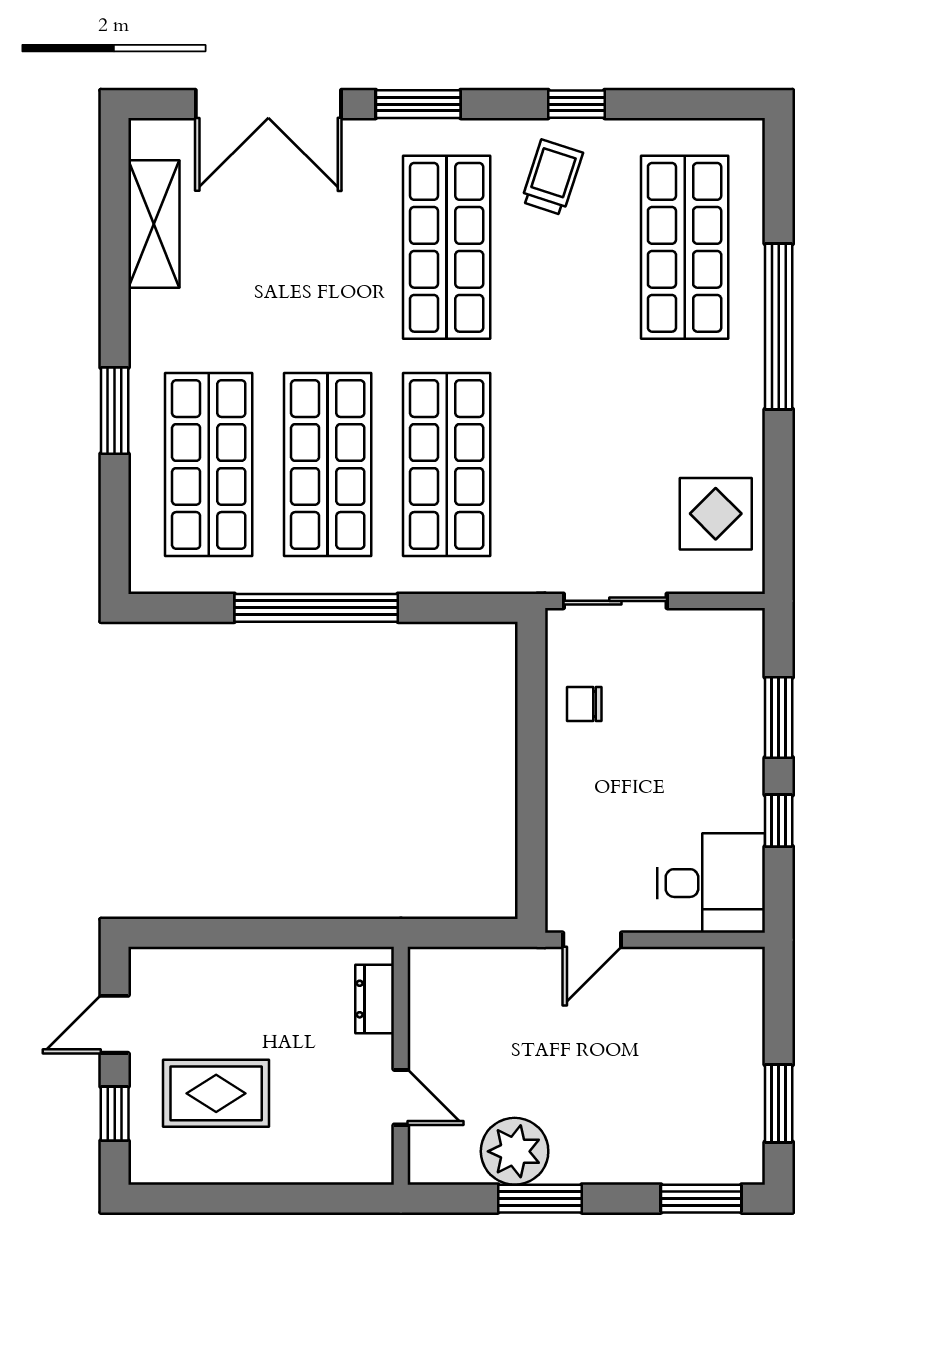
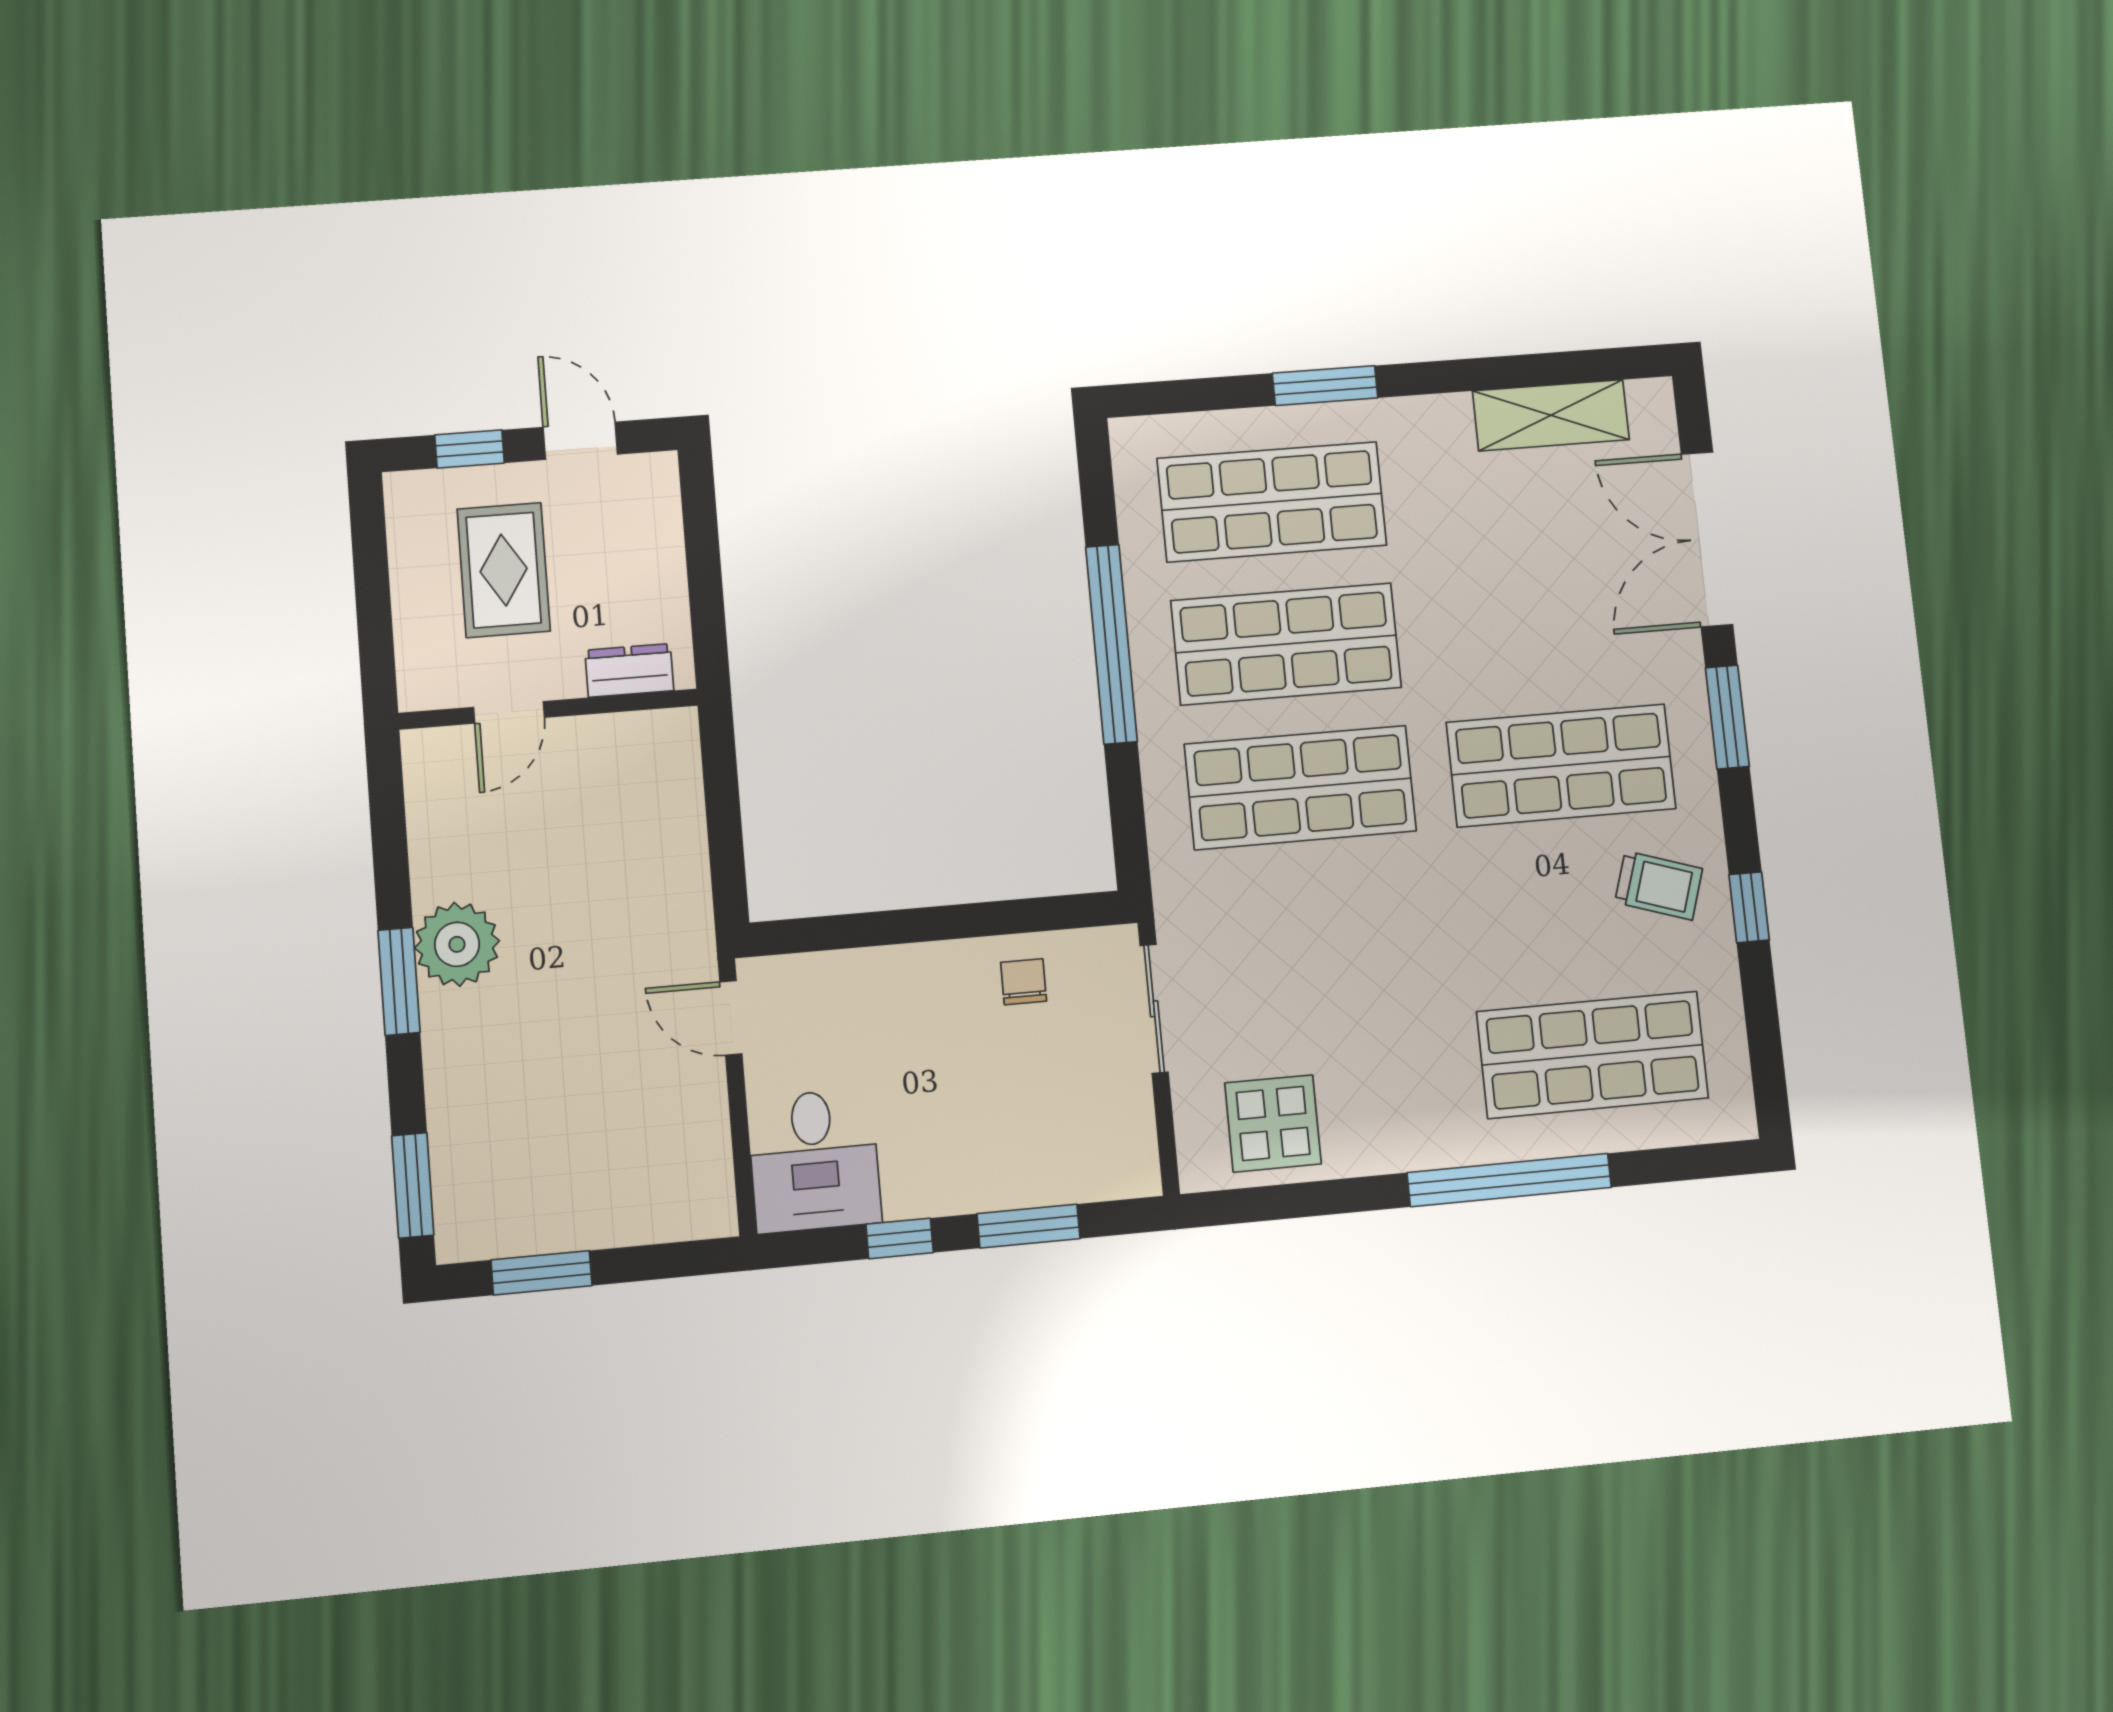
dresser: (375, 999) -> (629, 670), moved
wall: (401, 1066) -> (548, 709), moved
door: (401, 1097) -> (509, 712), moved

